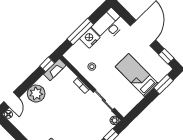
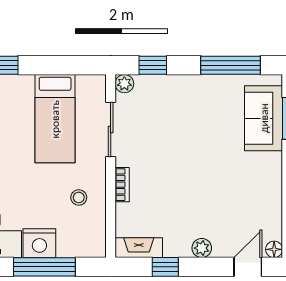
window: (47, 64) -> (165, 267), moved
bed: (137, 75) -> (55, 119), moved
plant: (36, 94) -> (202, 248), width x0.53, depth x0.53

